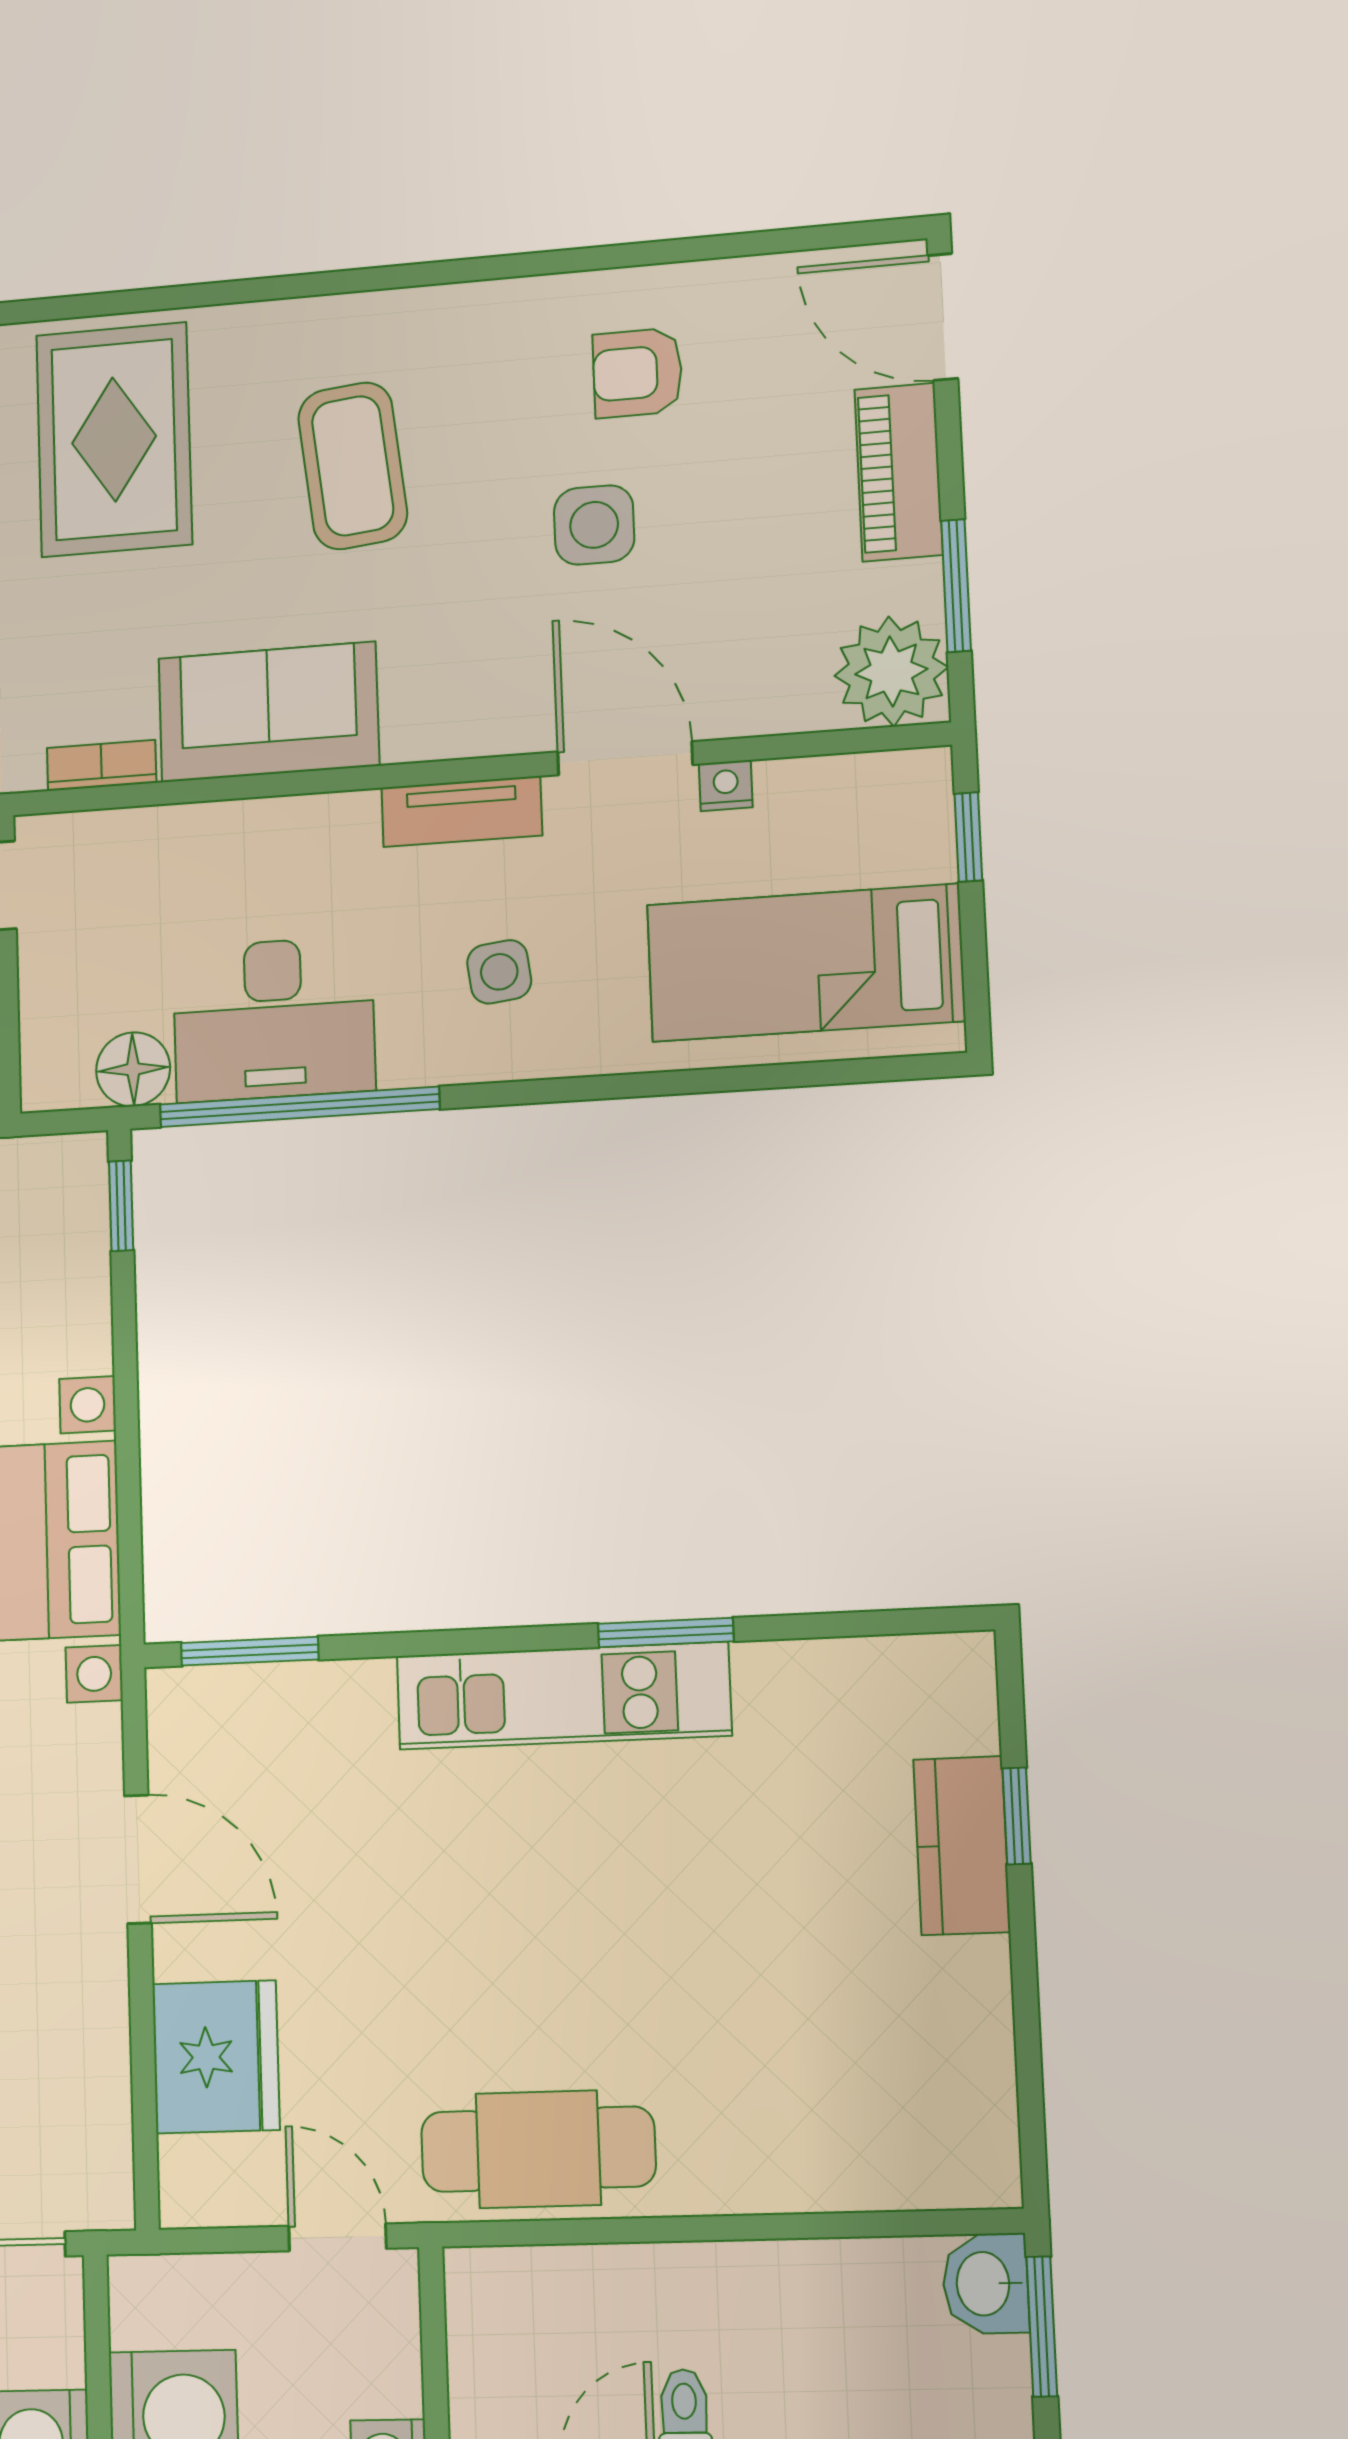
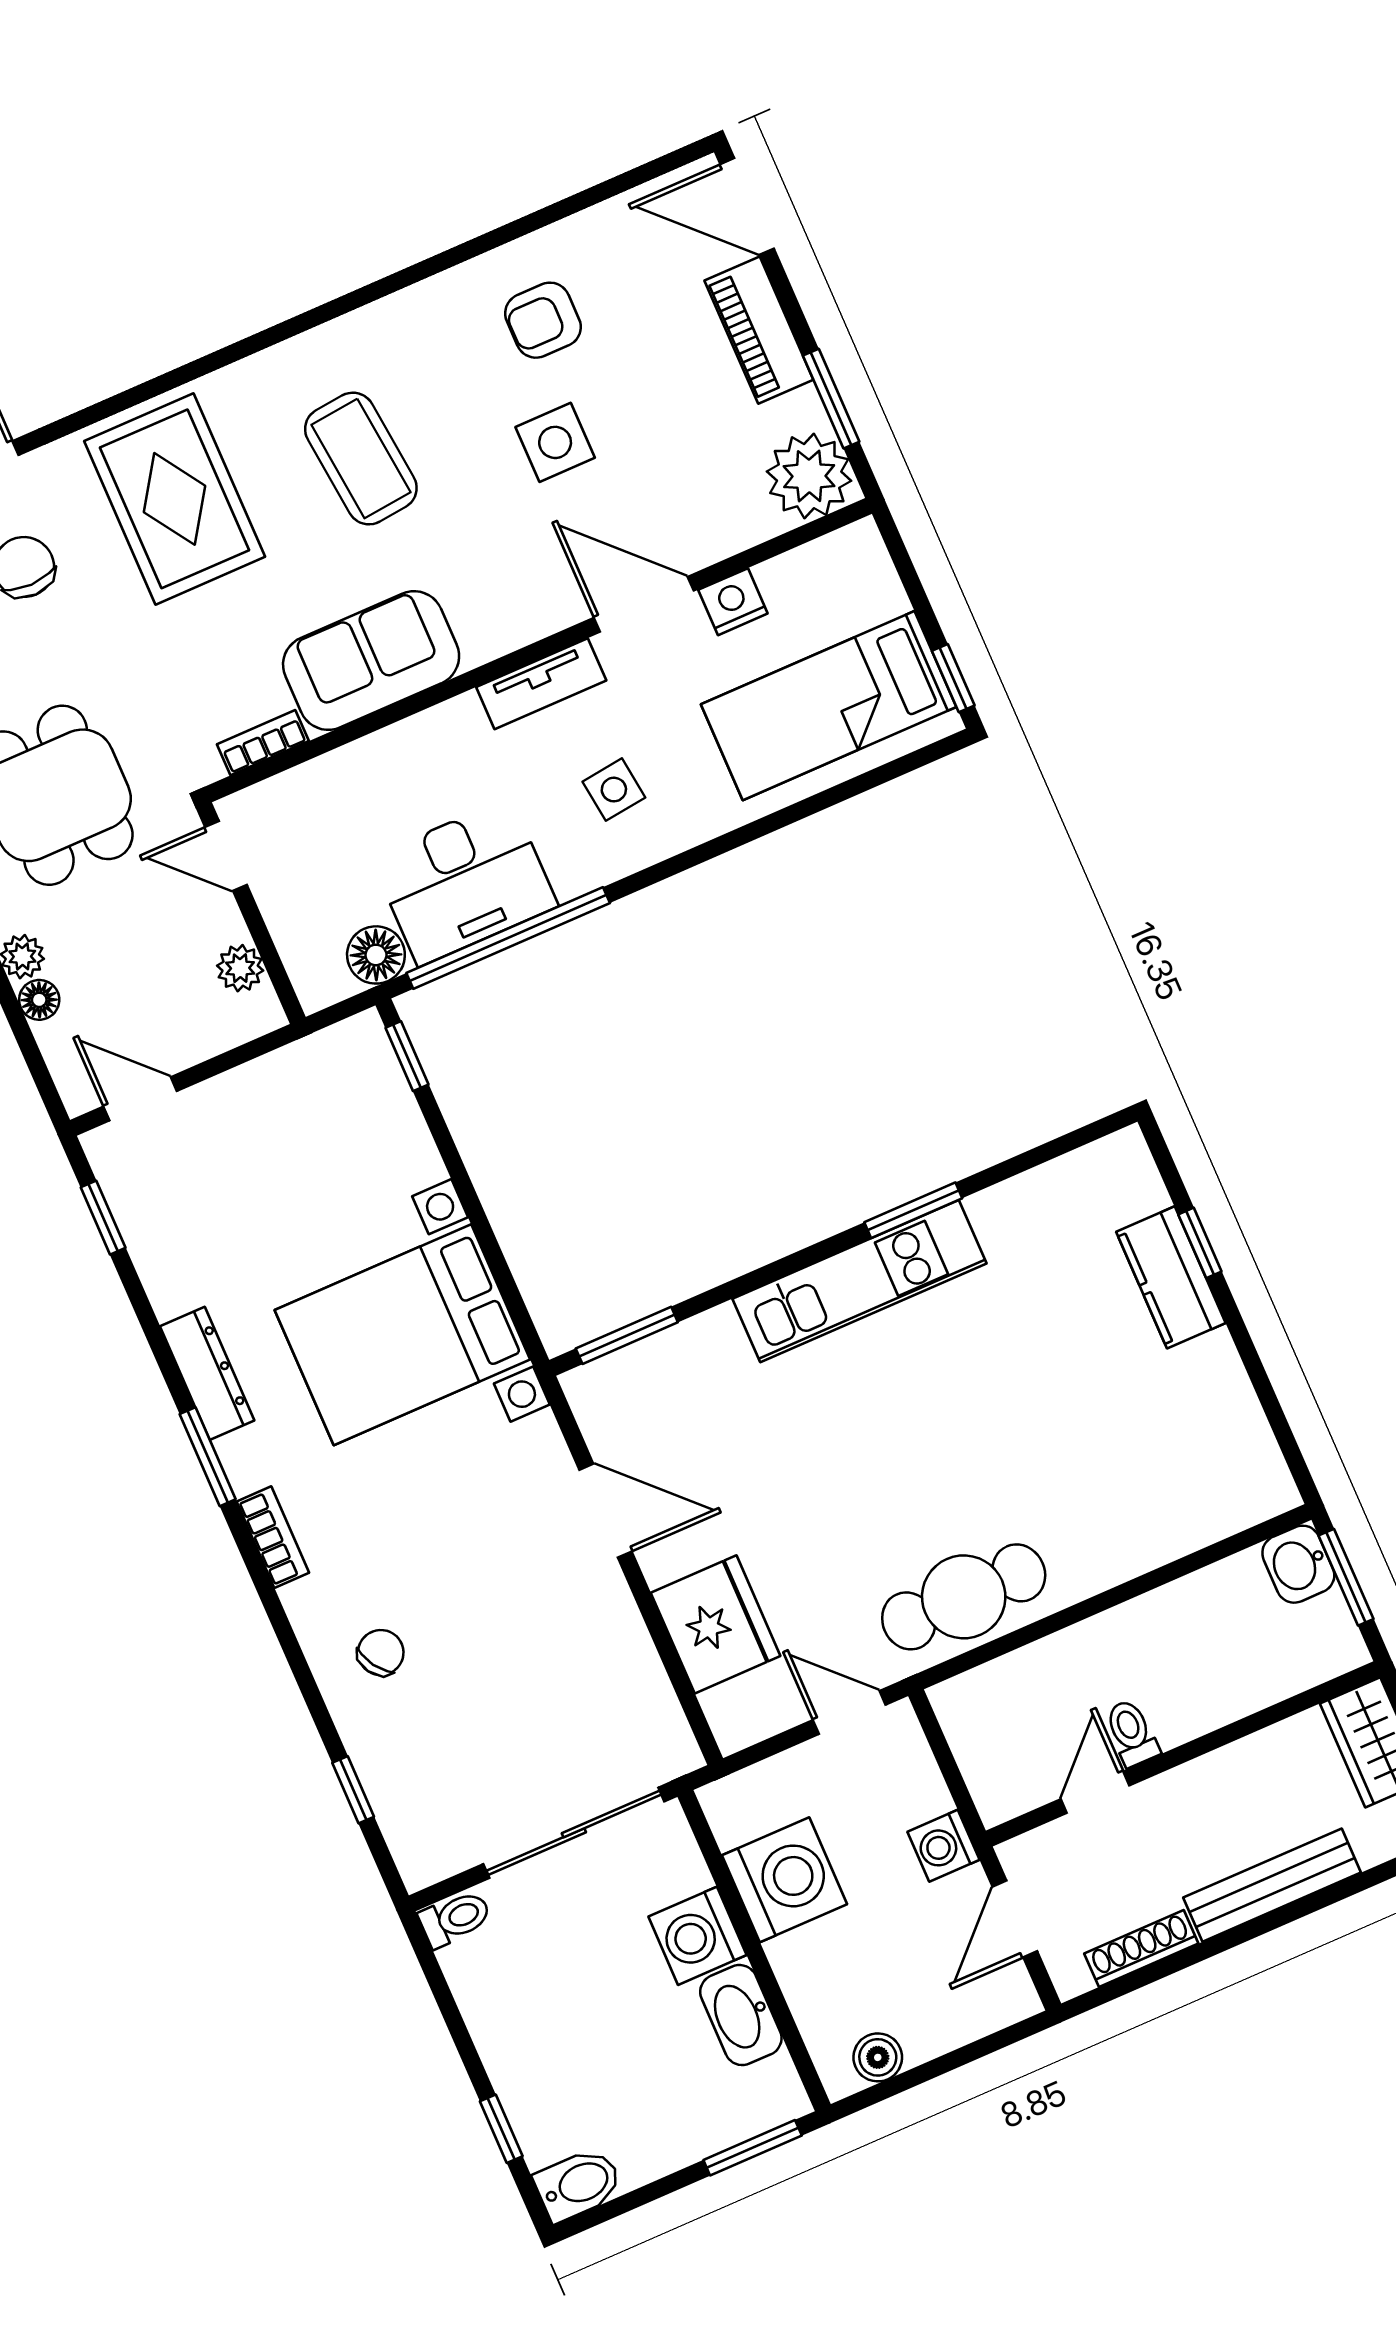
nightstand: (726, 786) -> (733, 602), width x1.39, depth x1.35
window: (968, 837) -> (953, 678), moved

